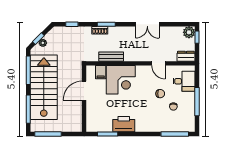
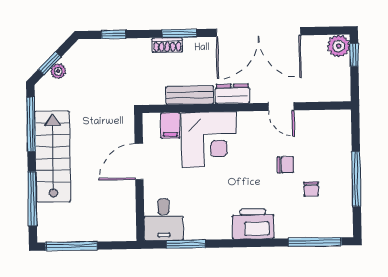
double door: (147, 24) -> (258, 32), width x1.87
dresser: (186, 56) -> (232, 94), moved
desk: (184, 81) -> (164, 220), moved, turned 90
stairs: (44, 87) -> (53, 157), width x0.73, depth x0.66
printer: (124, 124) -> (253, 224), moved

